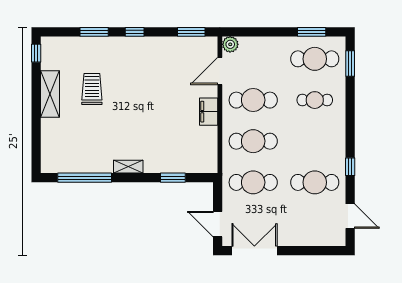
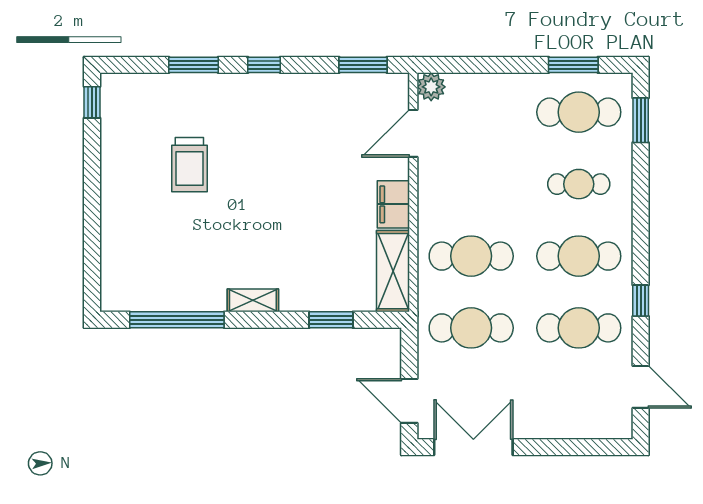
trolley: (92, 89) -> (189, 165), turned 180
shelving: (50, 94) -> (393, 271), moved
cafe table: (253, 100) -> (579, 256), moved

